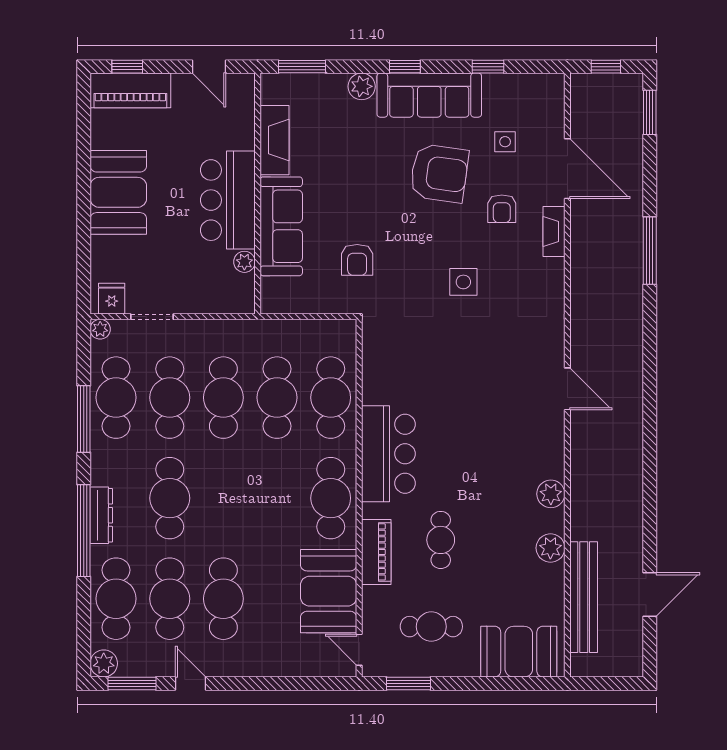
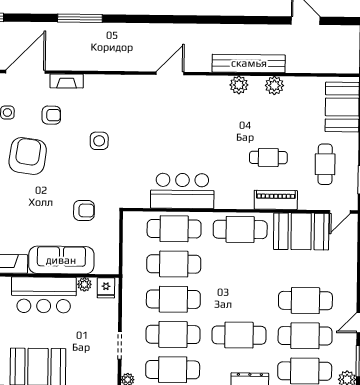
fridge: (112, 299) -> (106, 288), moved, turned -90
bar counter: (388, 454) -> (182, 191), moved
bench: (584, 597) -> (249, 63), moved

